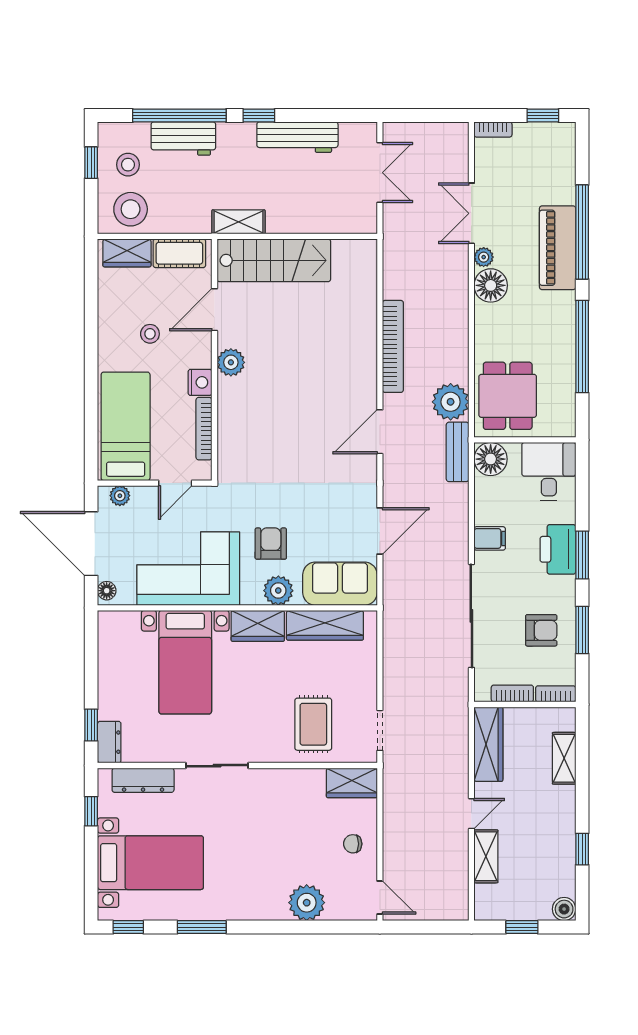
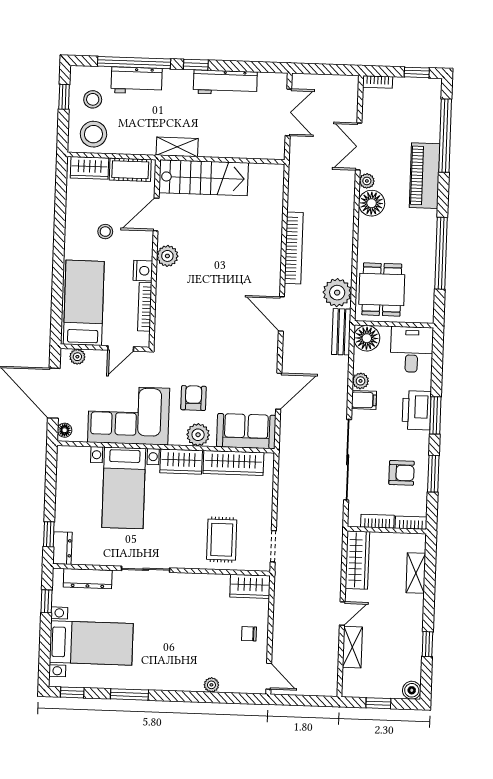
window: (582, 232) -> (445, 136), moved
door: (380, 432) -> (281, 314), hinge flipped
plant: (484, 514) -> (361, 381), added
plant: (307, 903) -> (211, 685), width x0.53, depth x0.53

